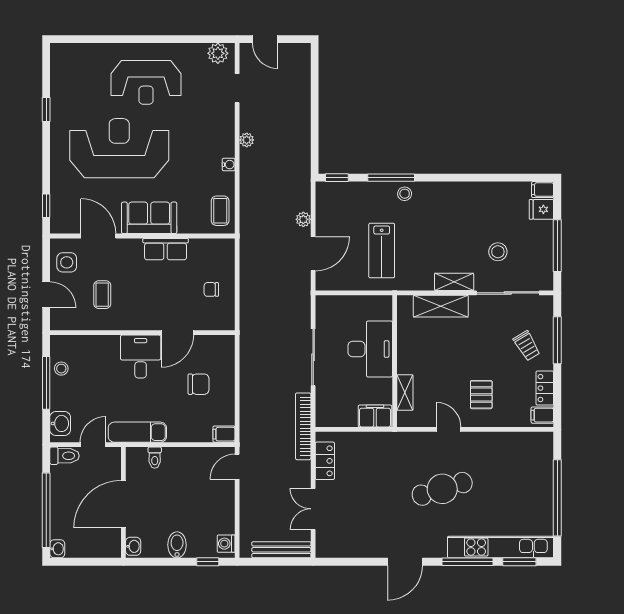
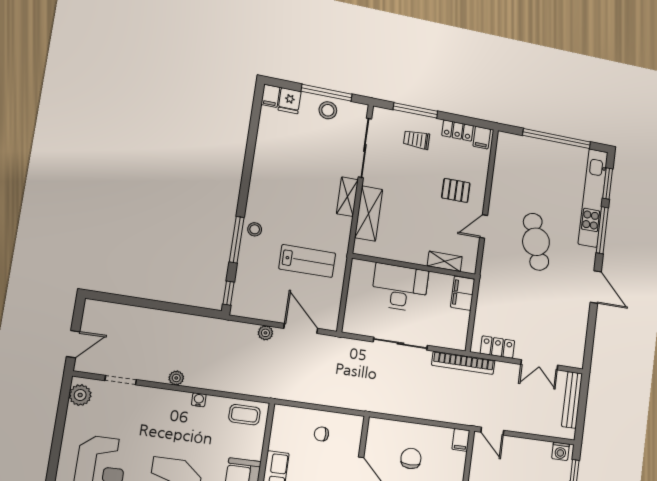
stool: (498, 252) -> (328, 110), moved
chair: (211, 289) -> (321, 434), turned 90
trolley: (527, 346) -> (417, 140), turned -149

